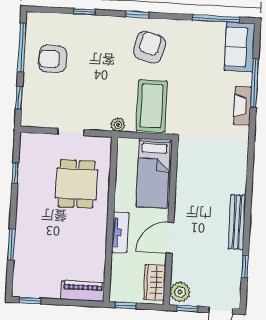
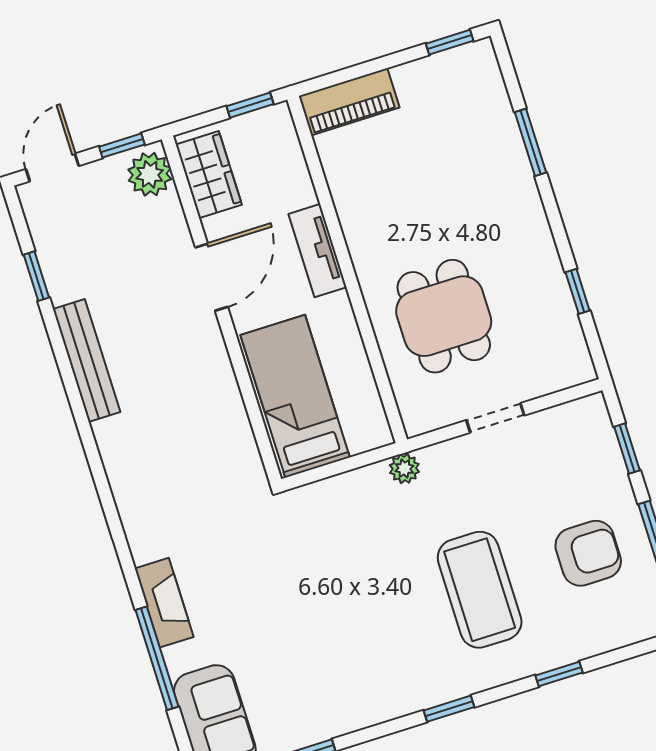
armchair: (149, 47) -> (399, 651), removed
coffee table: (152, 106) -> (480, 590), moved

